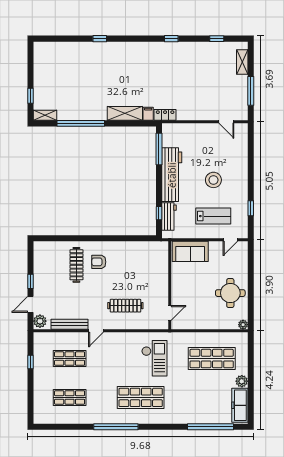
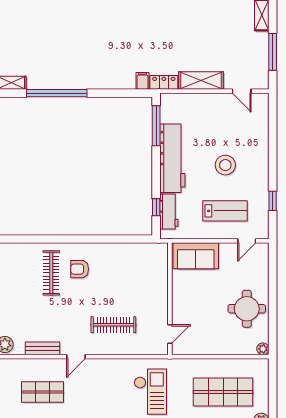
shelving: (125, 113) -> (201, 81), moved
bench: (70, 324) -> (42, 348), width x0.73

